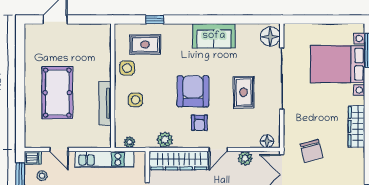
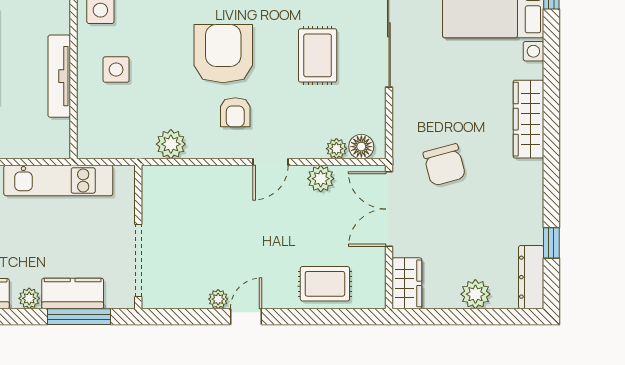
plant: (130, 142) -> (336, 149), moved
wardrobe: (179, 161) -> (197, 183), removed

